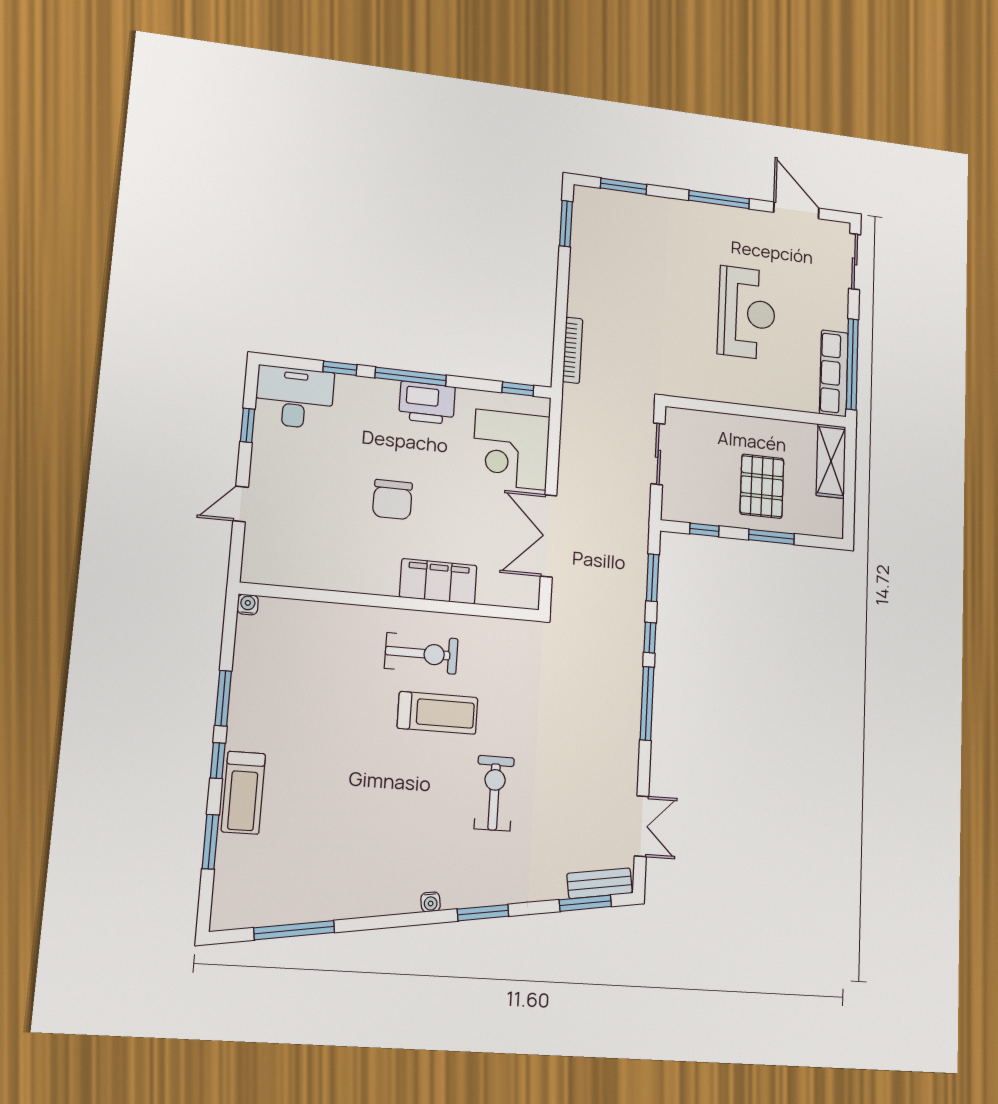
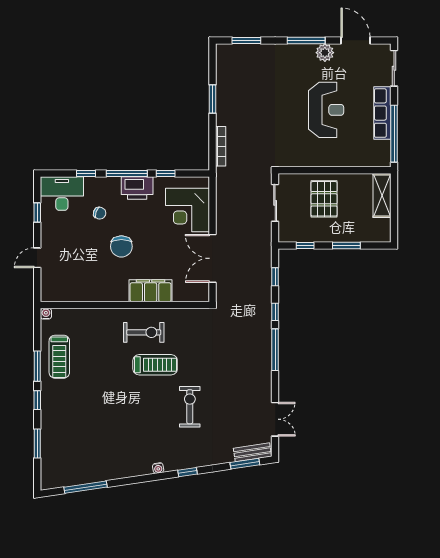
plant: (748, 223) -> (325, 53), added
window: (566, 224) -> (212, 99), moved
row of seats: (834, 373) -> (382, 113), moved
window: (518, 389) -> (166, 173), moved
chair: (359, 438) -> (100, 213), added
pallet: (762, 486) -> (324, 199), moved
window: (653, 578) -> (275, 277), width x0.67
treadmill: (243, 793) -> (59, 357), moved
window: (483, 913) -> (188, 472), width x0.67

